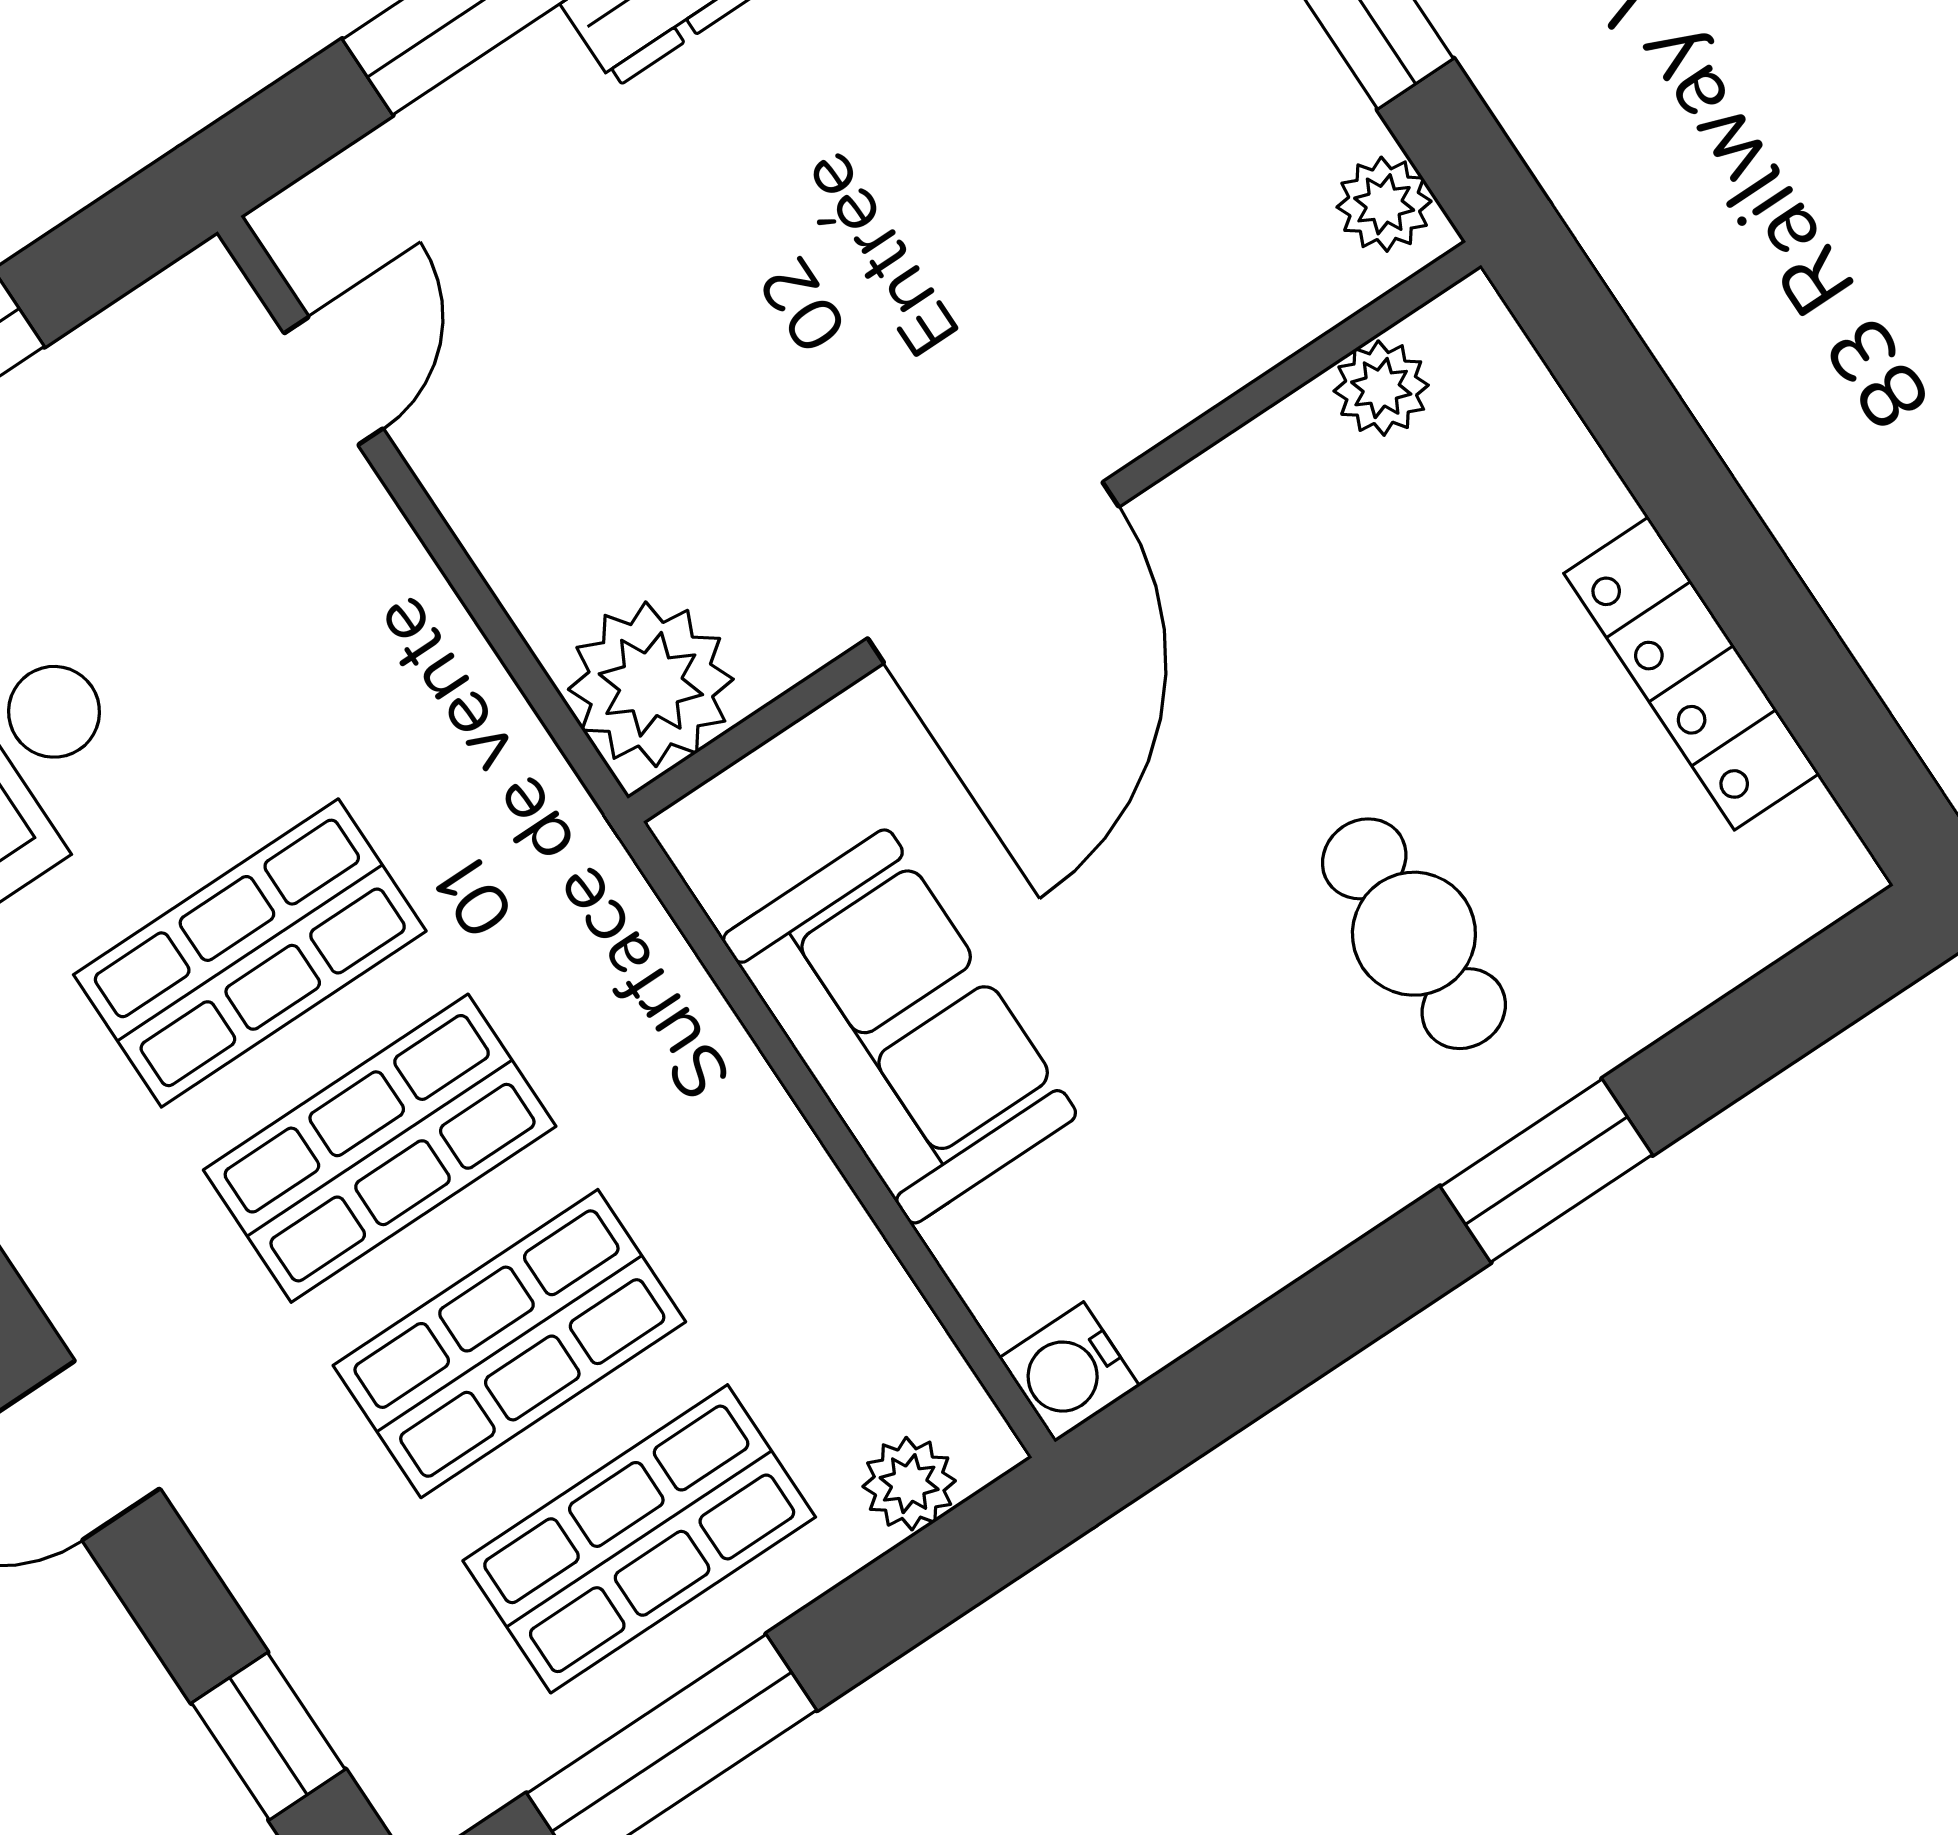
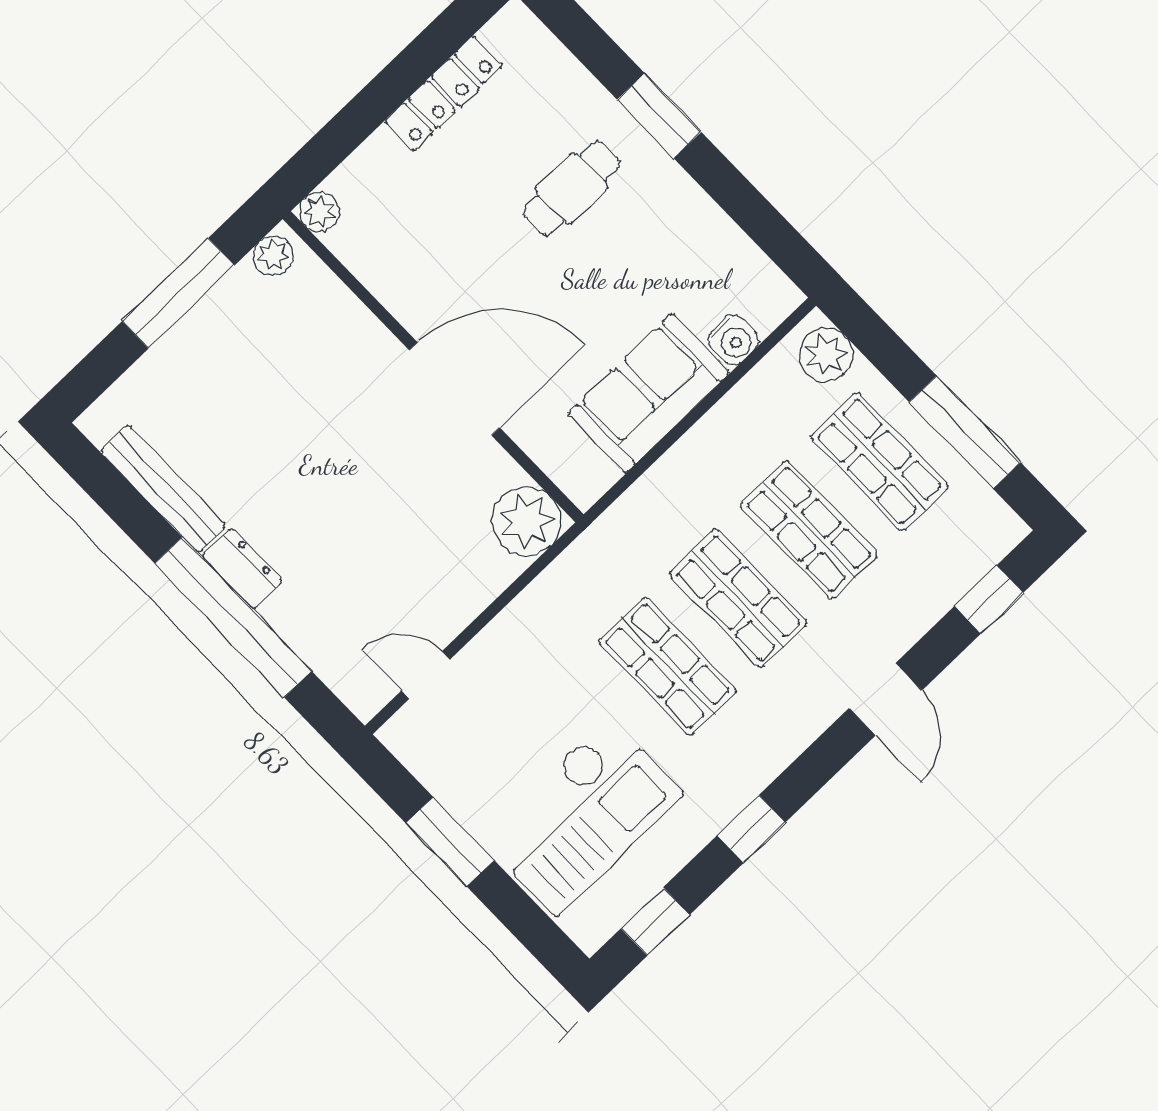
plant: (1381, 388) -> (319, 212), moved
water cooler: (1069, 1372) -> (734, 340), moved
plant: (909, 1484) -> (826, 354), width x1.38, depth x1.38

